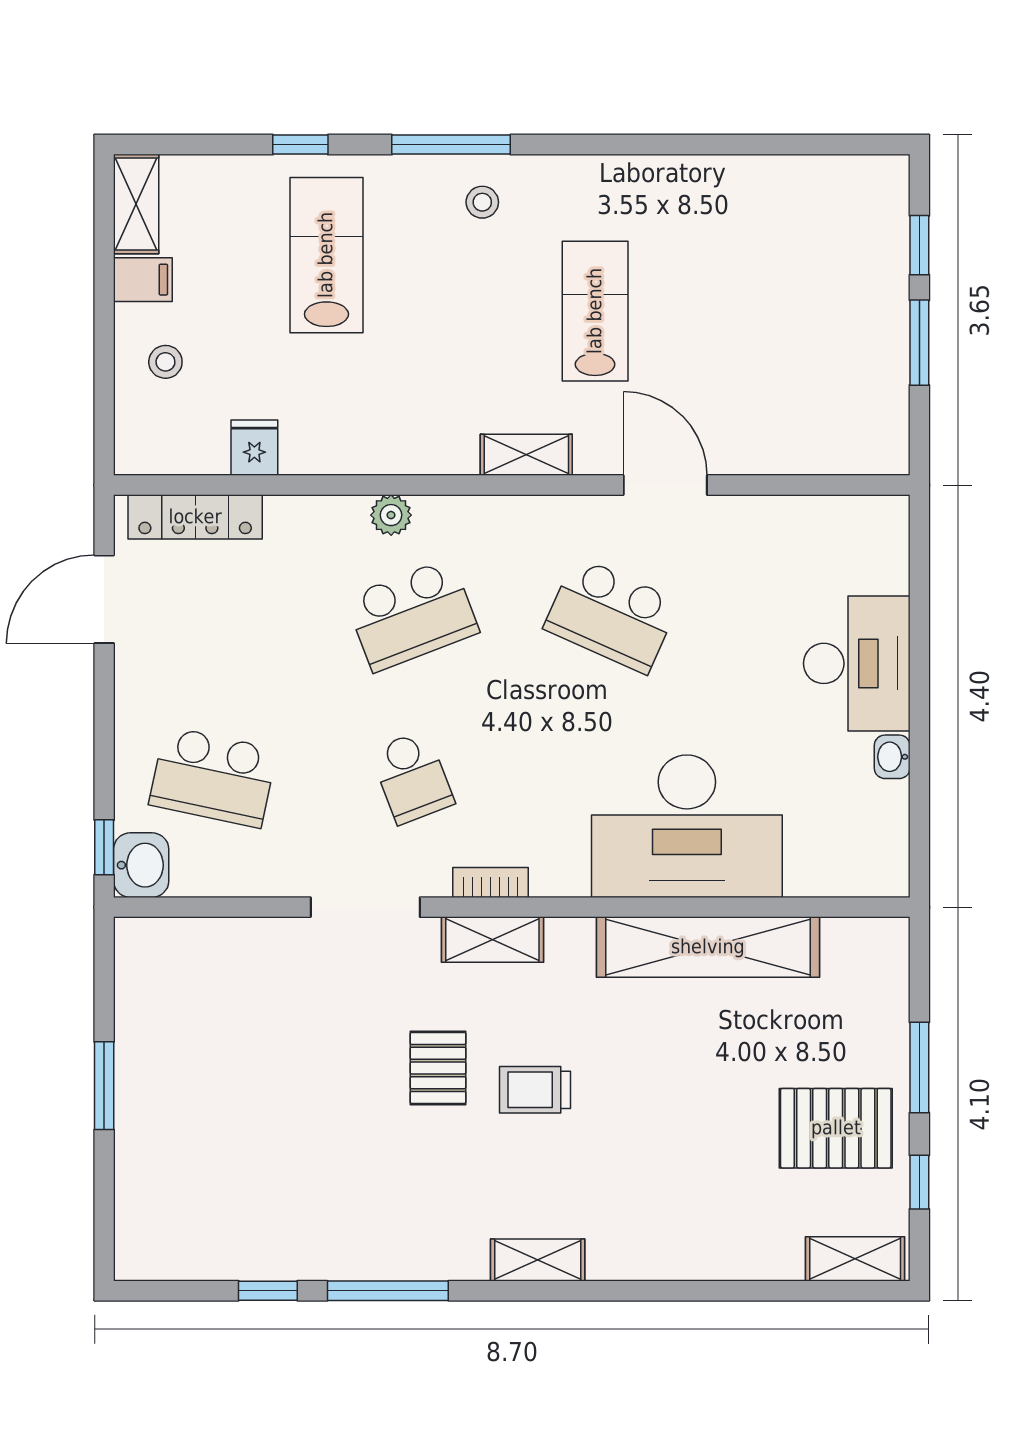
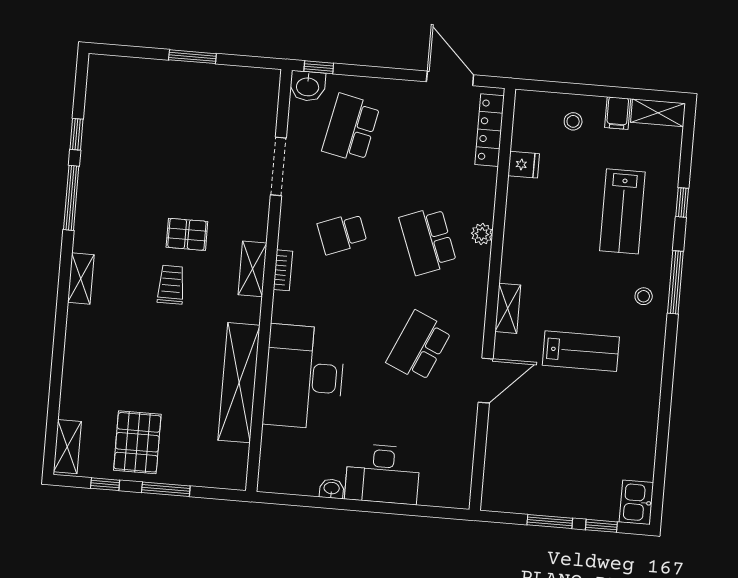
kitchen sink: (870, 183) -> (636, 502), added
lab bench: (326, 255) -> (622, 211), turned 90
doorway: (365, 907) -> (278, 166), moved

